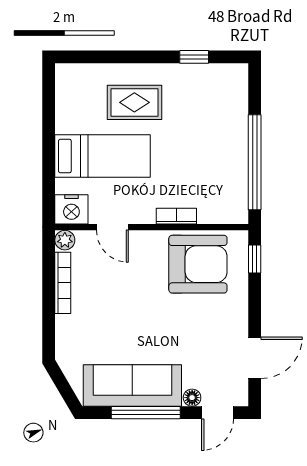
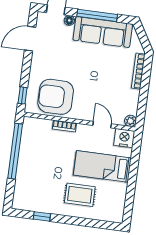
bookcase: (63, 283) -> (138, 71), moved

